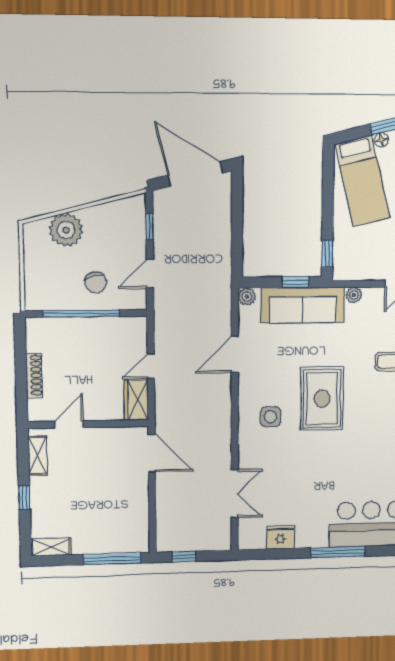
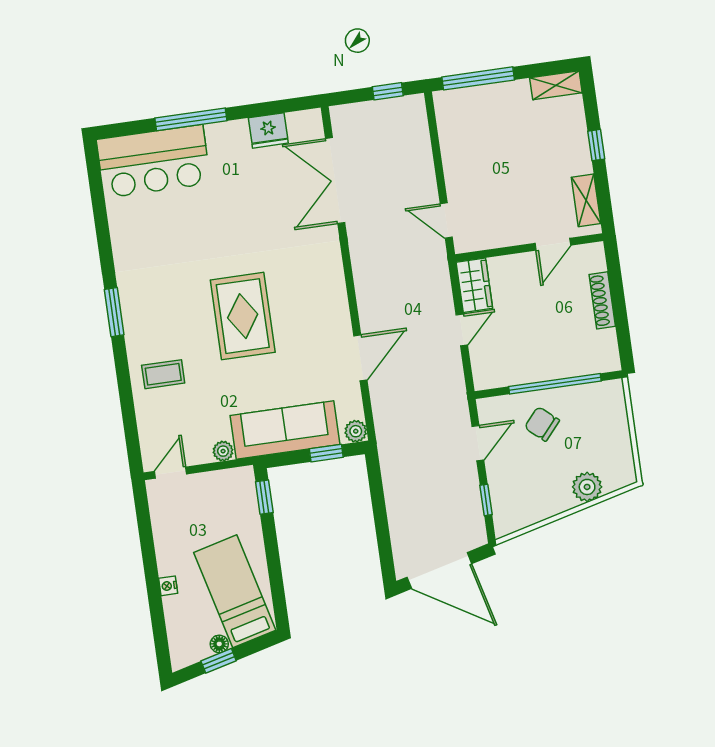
plant: (66, 230) -> (587, 487), width x0.73, depth x0.73
chair: (96, 282) -> (542, 424), turned -36
window: (296, 282) -> (326, 453), moved
side table: (270, 417) -> (304, 285), removed
door: (152, 453) -> (446, 221), width x0.73
double door: (235, 494) -> (335, 181), width x1.37

